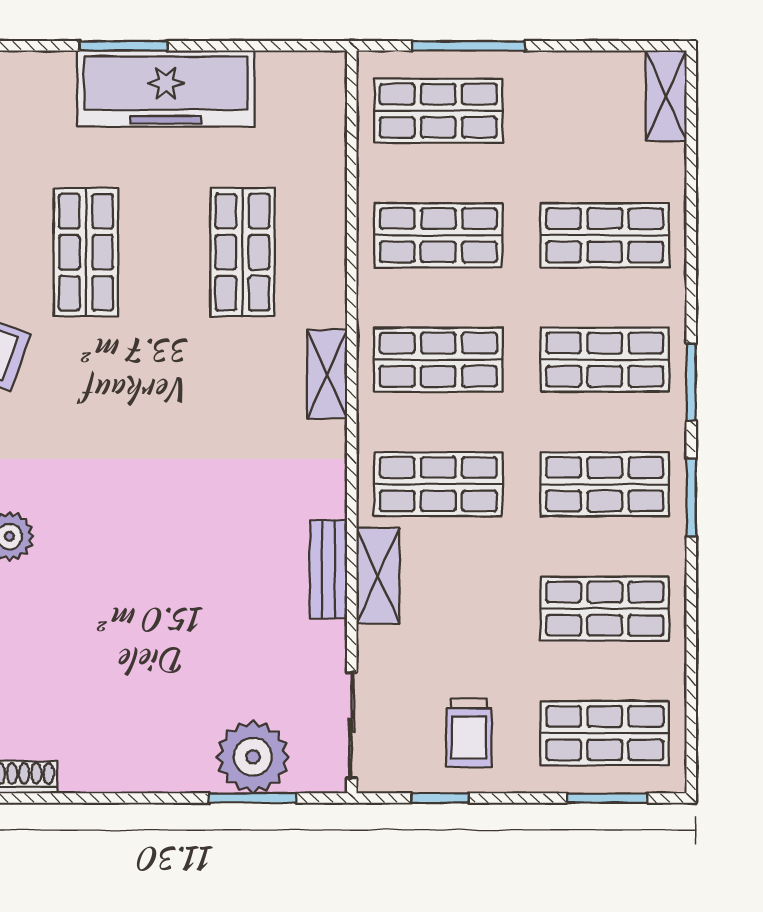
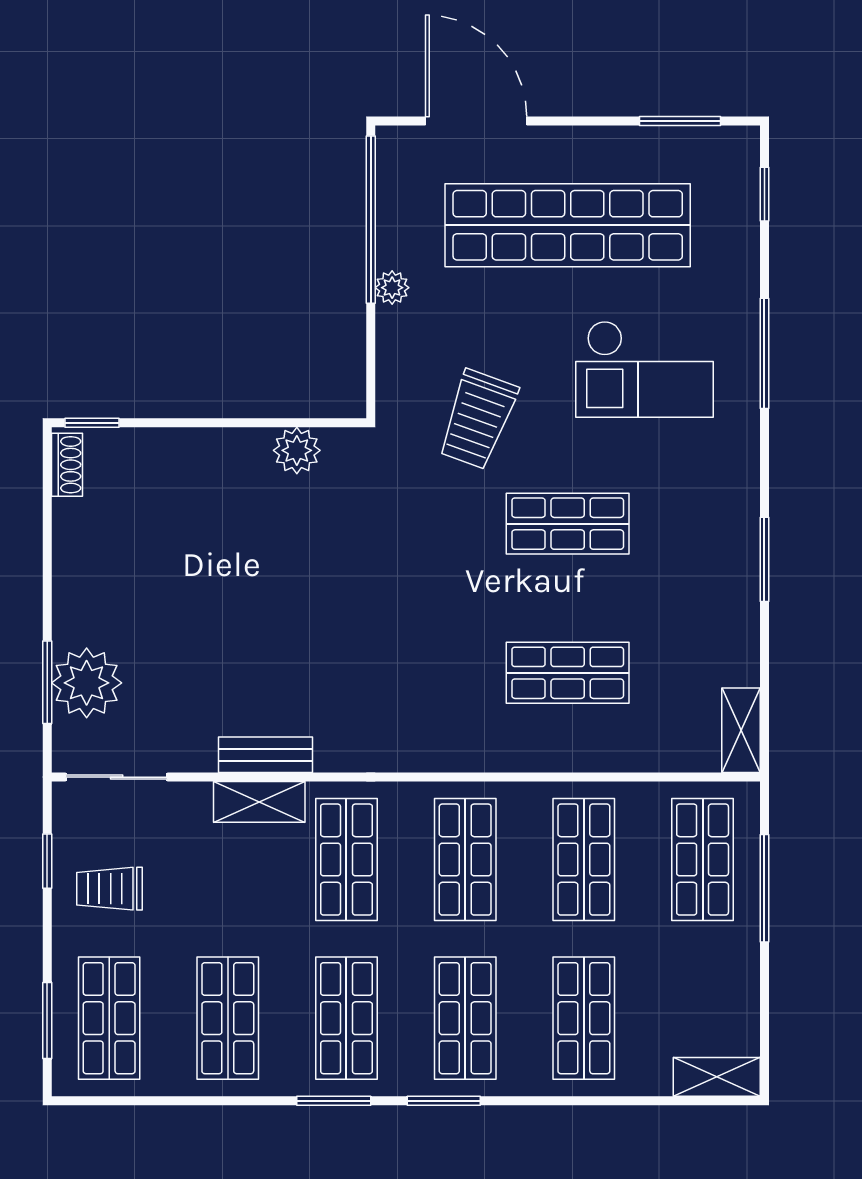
freezer: (166, 88) -> (724, 600), removed
shelving: (327, 374) -> (741, 730), moved, turned 90

